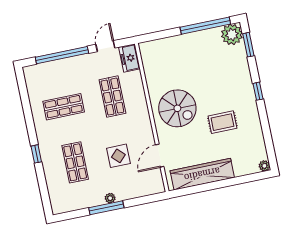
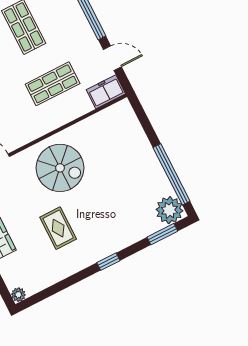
spiral stairs: (177, 108) -> (60, 168), turned -90

